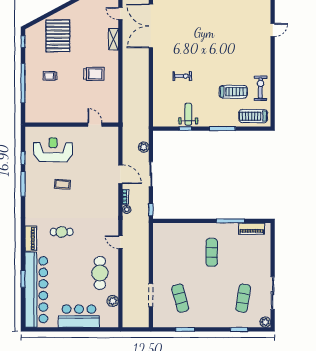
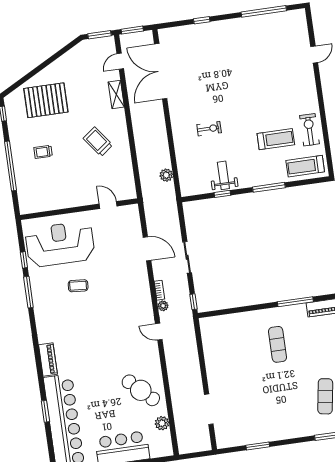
door: (120, 14) -> (120, 61), hinge flipped
pallet: (58, 36) -> (46, 100), turned 90
trolley: (94, 74) -> (98, 142), turned -127
plant: (144, 147) -> (166, 175), moved
reception desk: (53, 150) -> (60, 244), width x1.36, depth x1.30
door: (120, 174) -> (147, 249), moved
cafe table: (62, 232) -> (86, 346), removed
door: (120, 242) -> (159, 332), moved
cafe table: (100, 273) -> (141, 390), turned -46
exercise mat: (180, 298) -> (246, 408), removed

